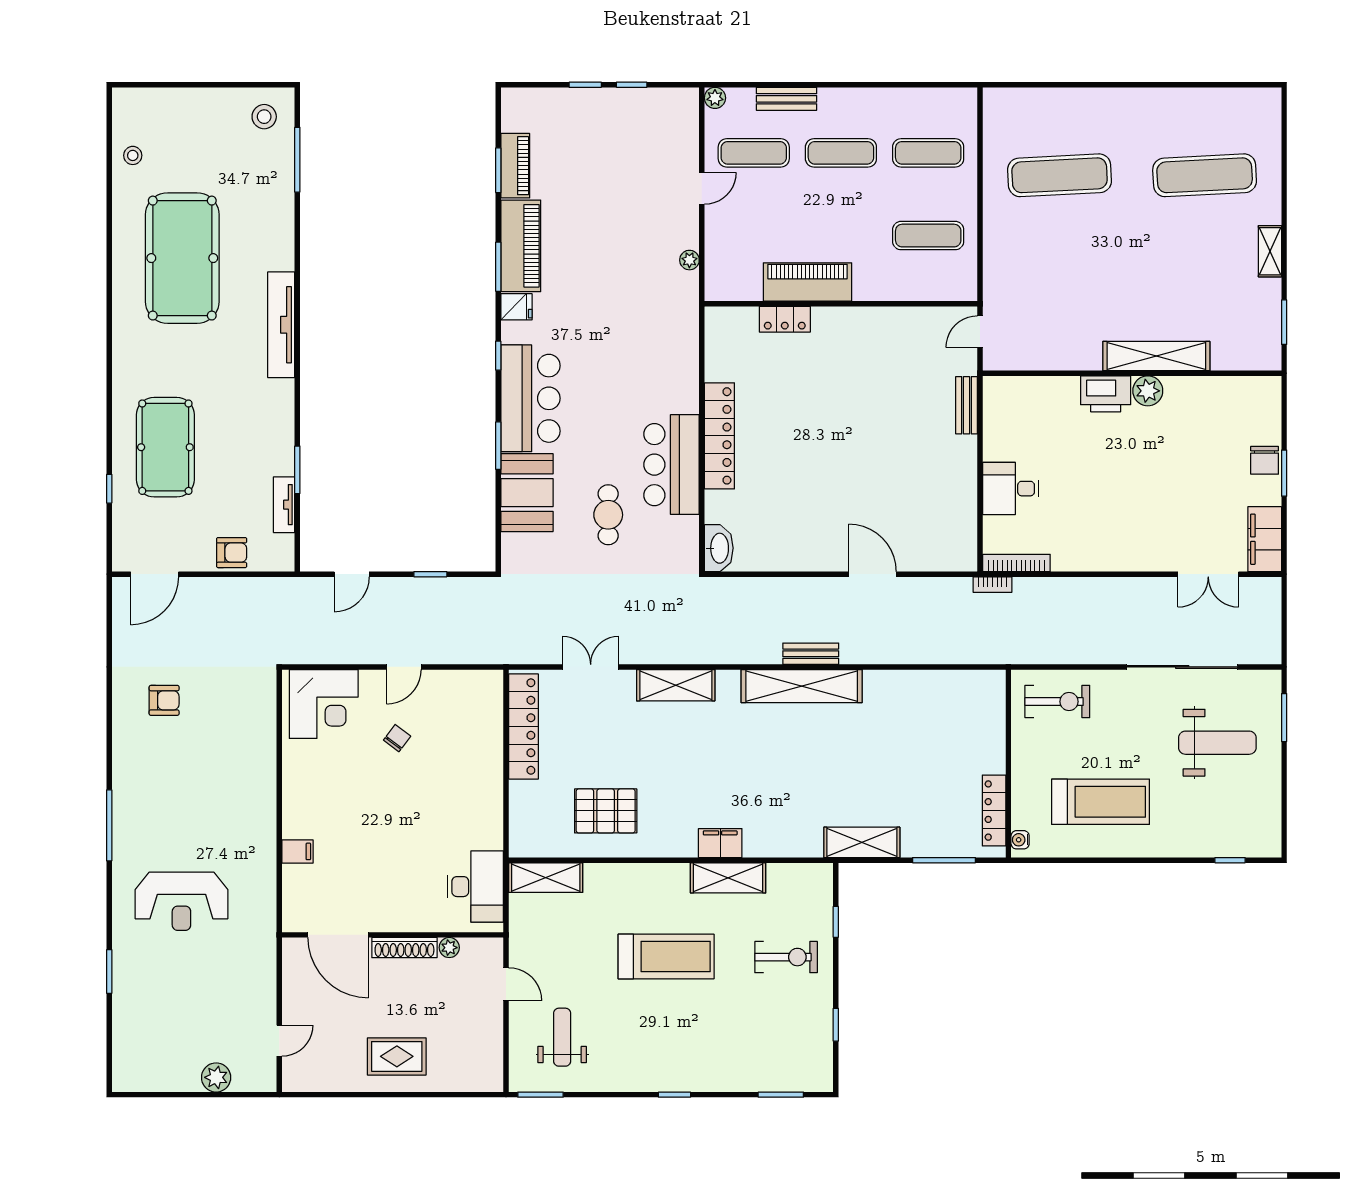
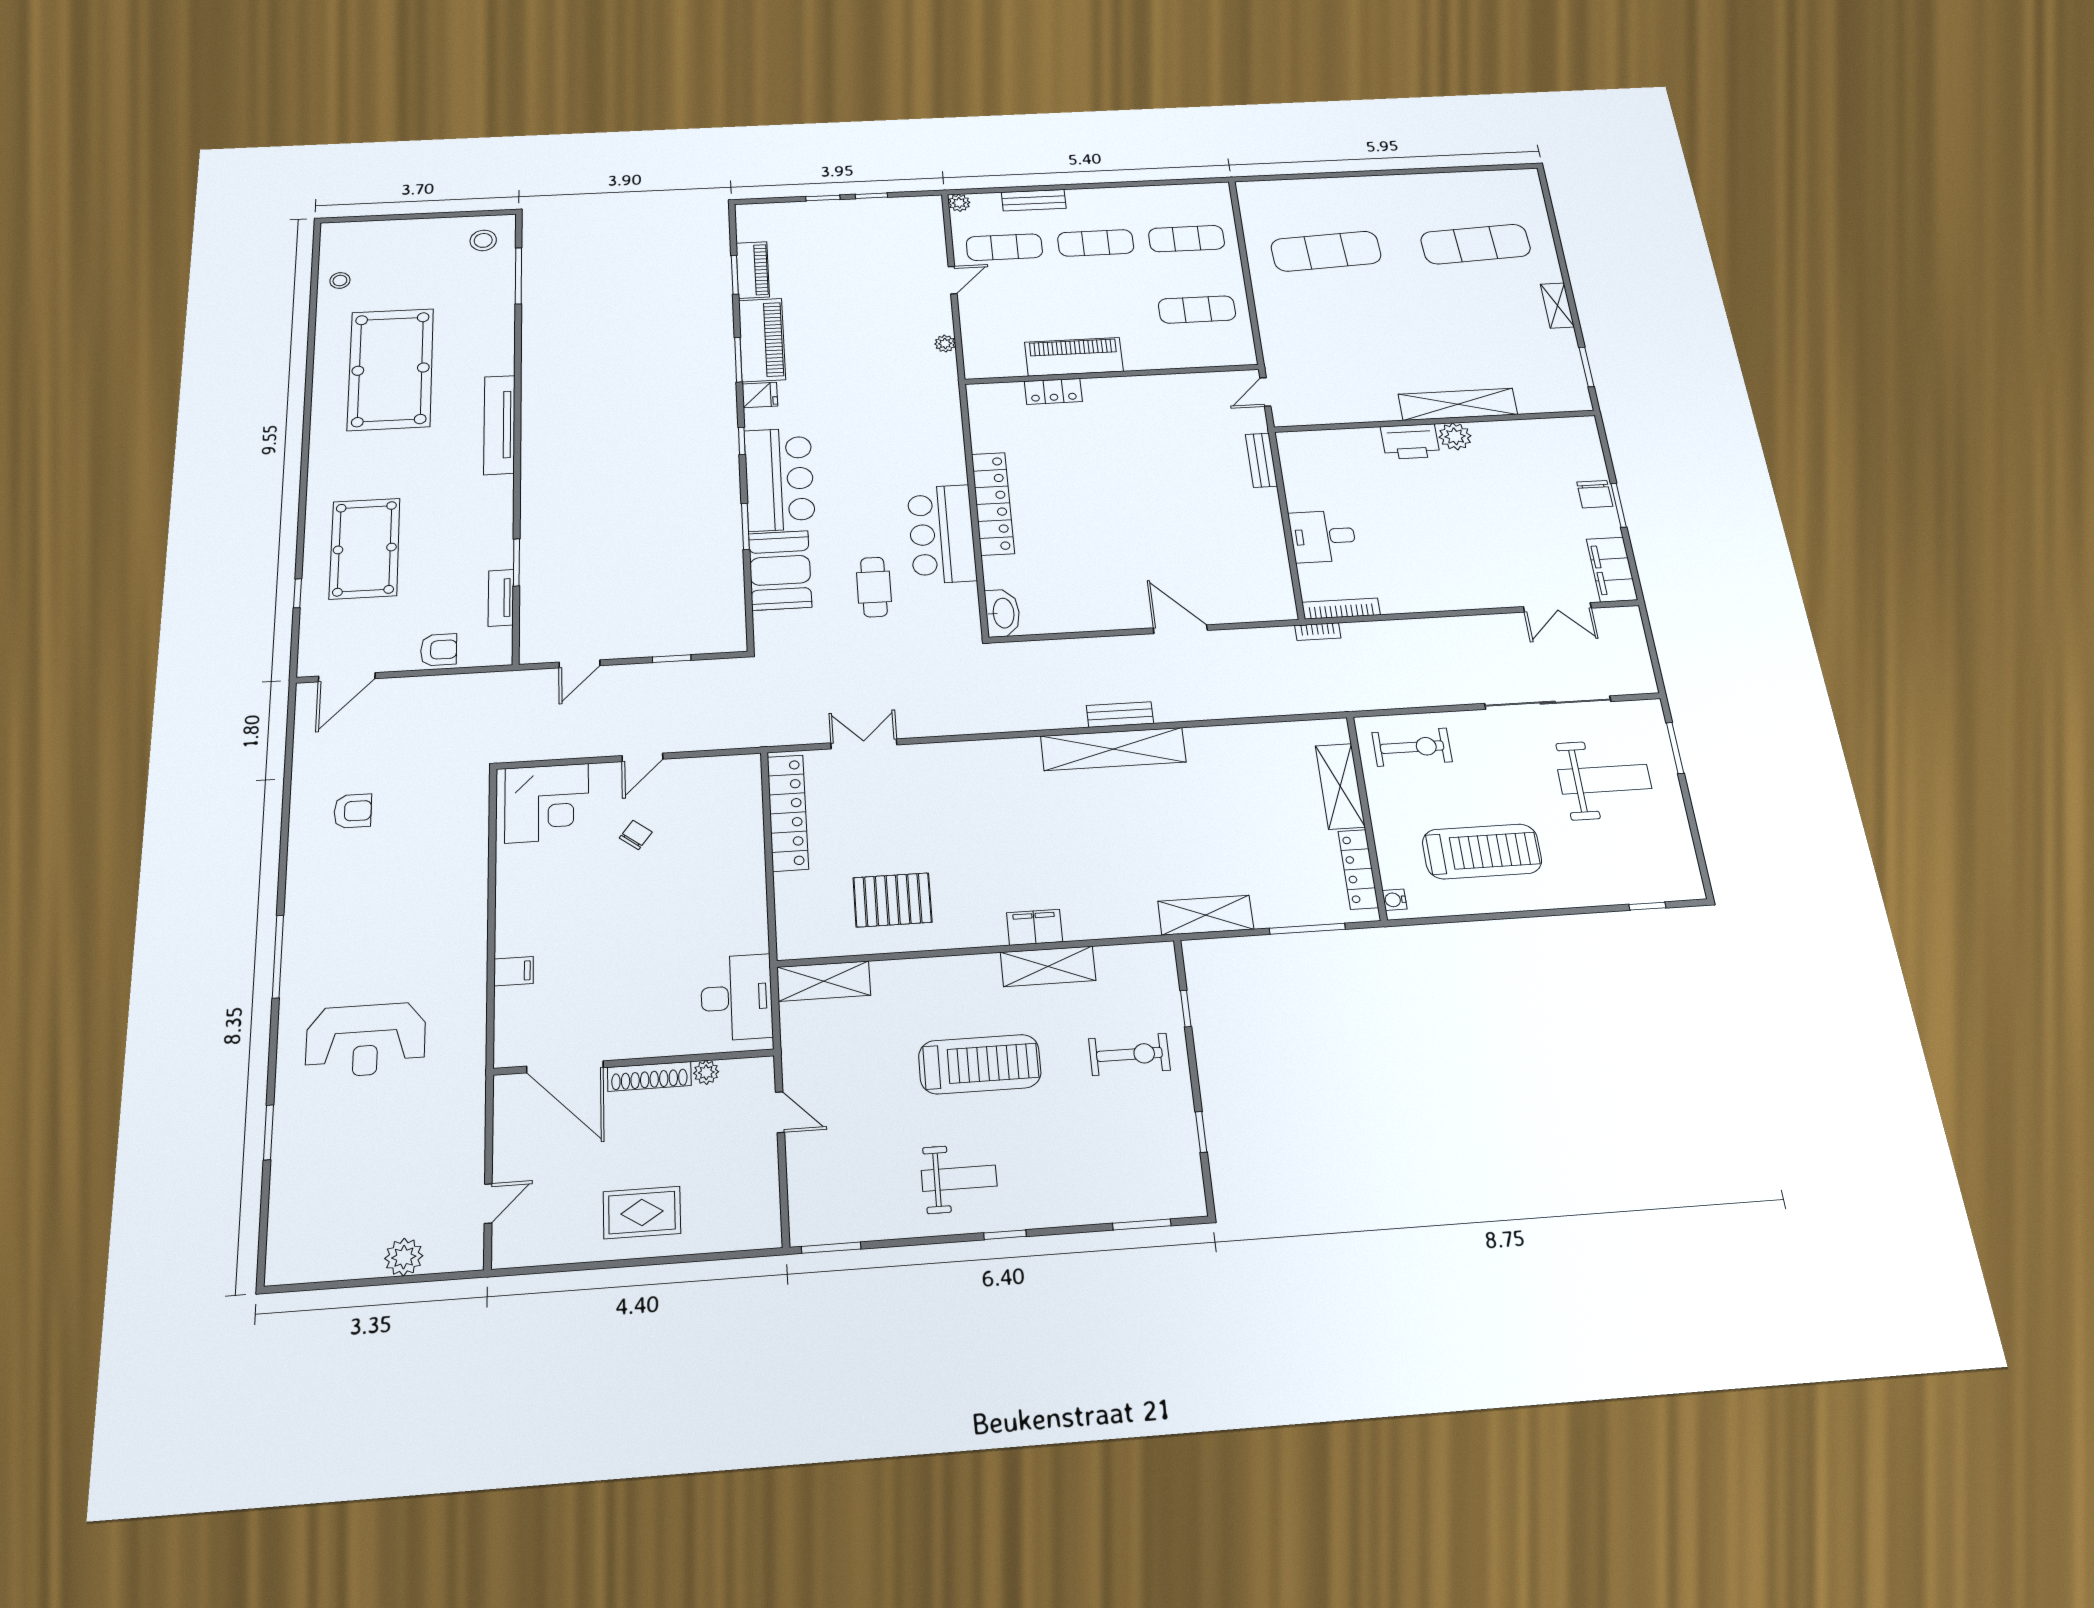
shelving: (676, 685) -> (1340, 786), moved, turned 90
weight bench: (562, 1037) -> (959, 1178), moved, turned 90

